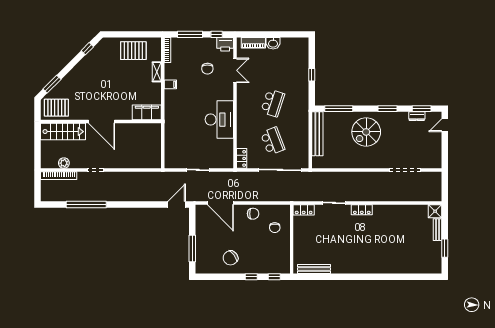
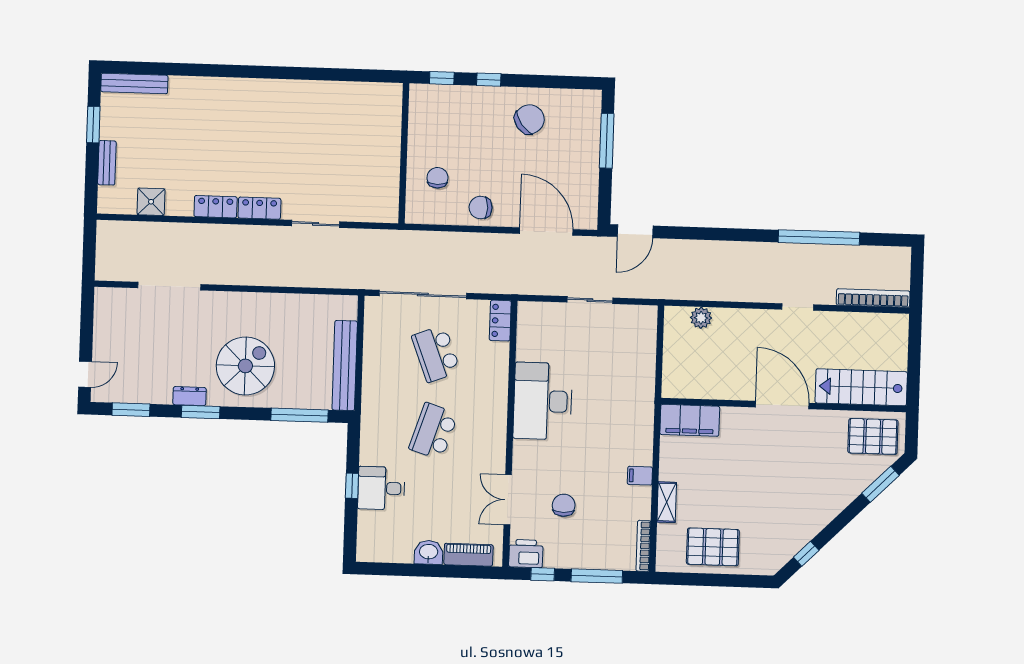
desk: (297, 74) -> (381, 488), added
dresser: (417, 116) -> (189, 396), moved
plant: (64, 163) -> (701, 318), moved
locker: (304, 210) -> (216, 207), moved
shower: (435, 211) -> (151, 202), moved
bench: (314, 269) -> (134, 84), moved

